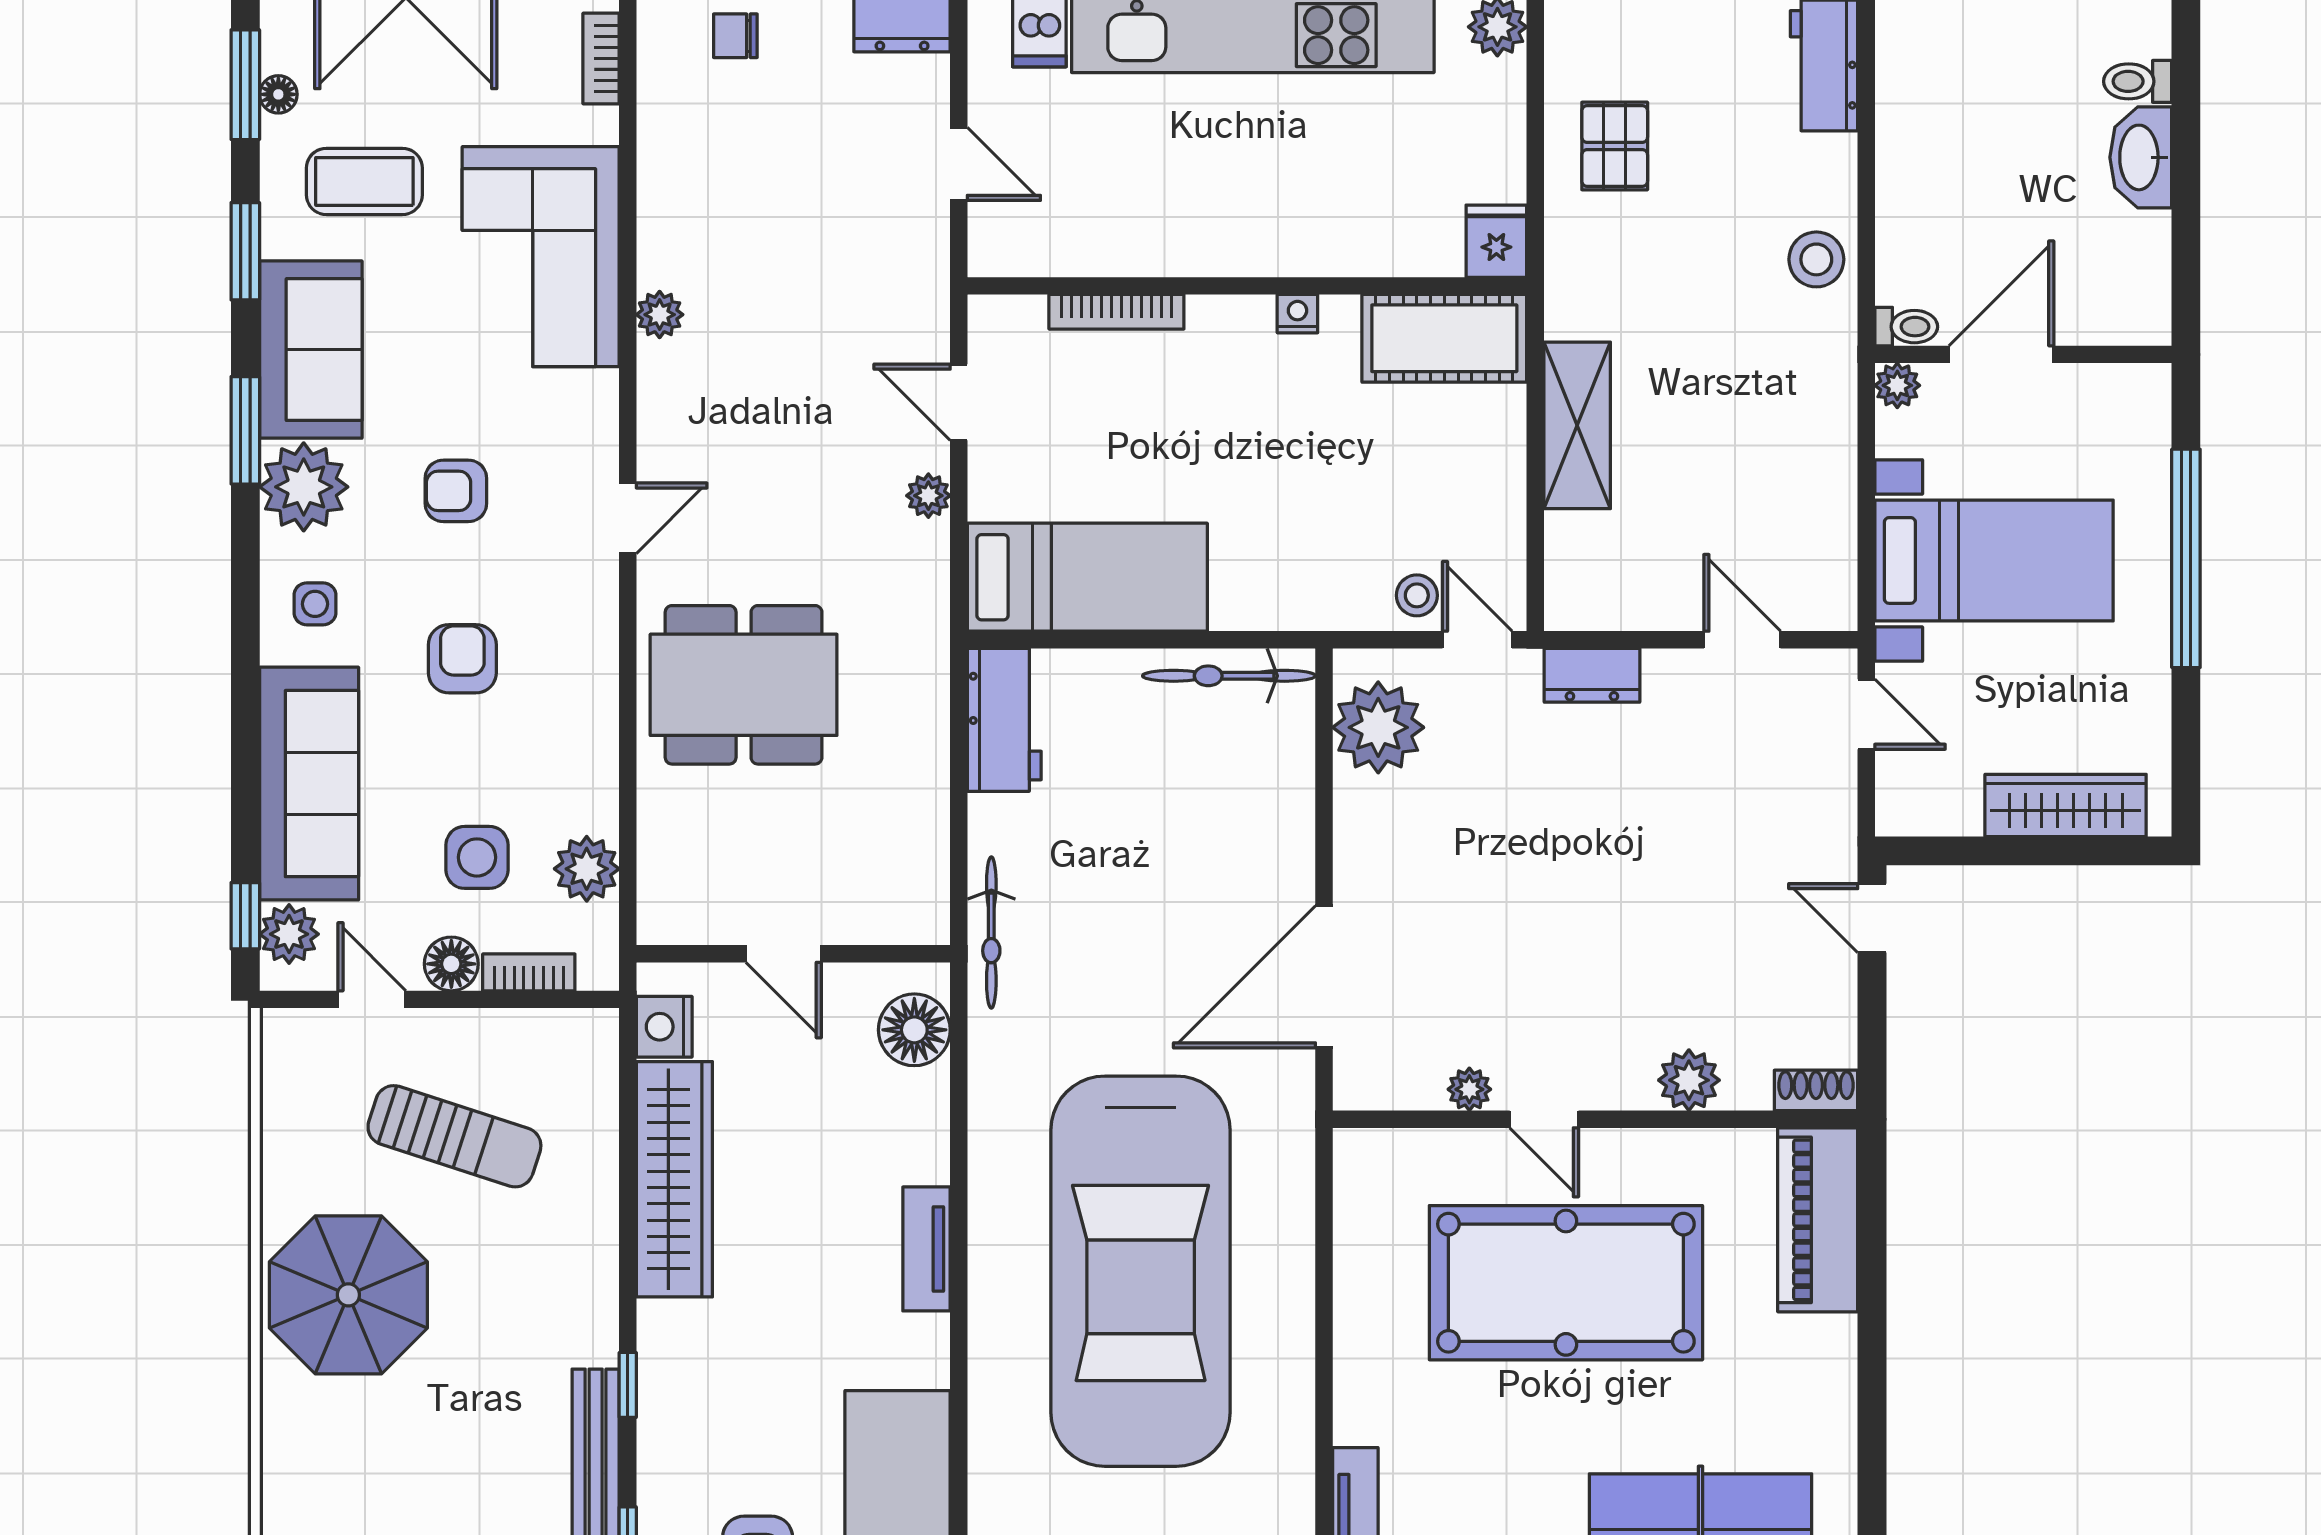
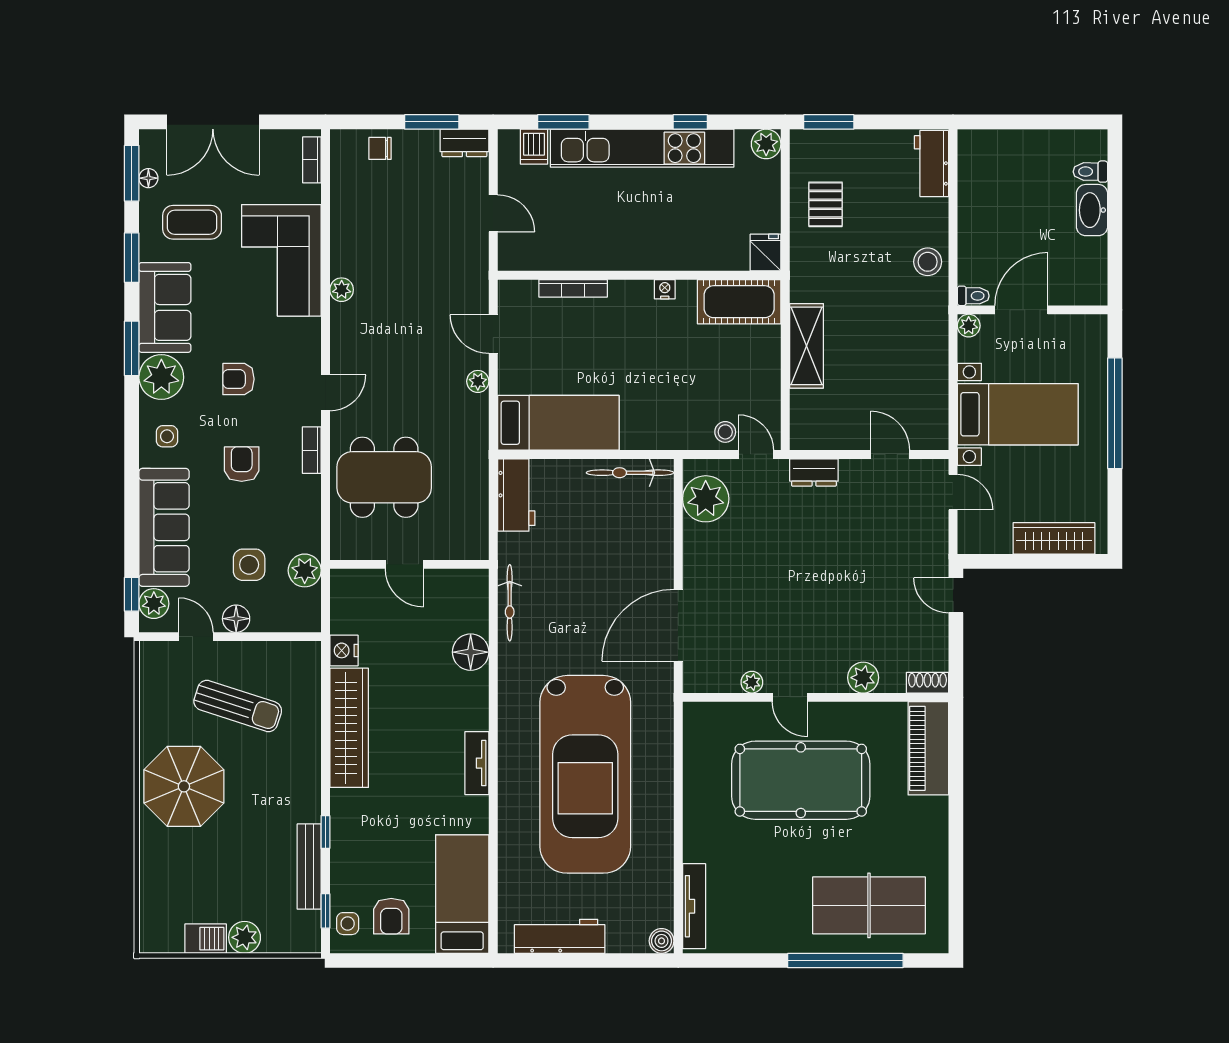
door: (784, 954) -> (404, 564), moved
wall: (793, 954) -> (409, 564), moved
bookcase: (529, 972) -> (312, 450), moved, turned -90

